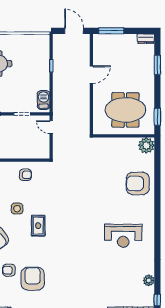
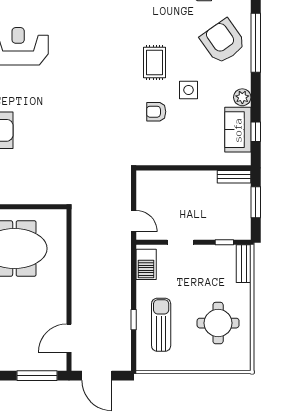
sun lounger: (34, 63) -> (161, 325), added
door: (91, 75) -> (69, 338), moved
armchair: (25, 175) -> (156, 112), moved

